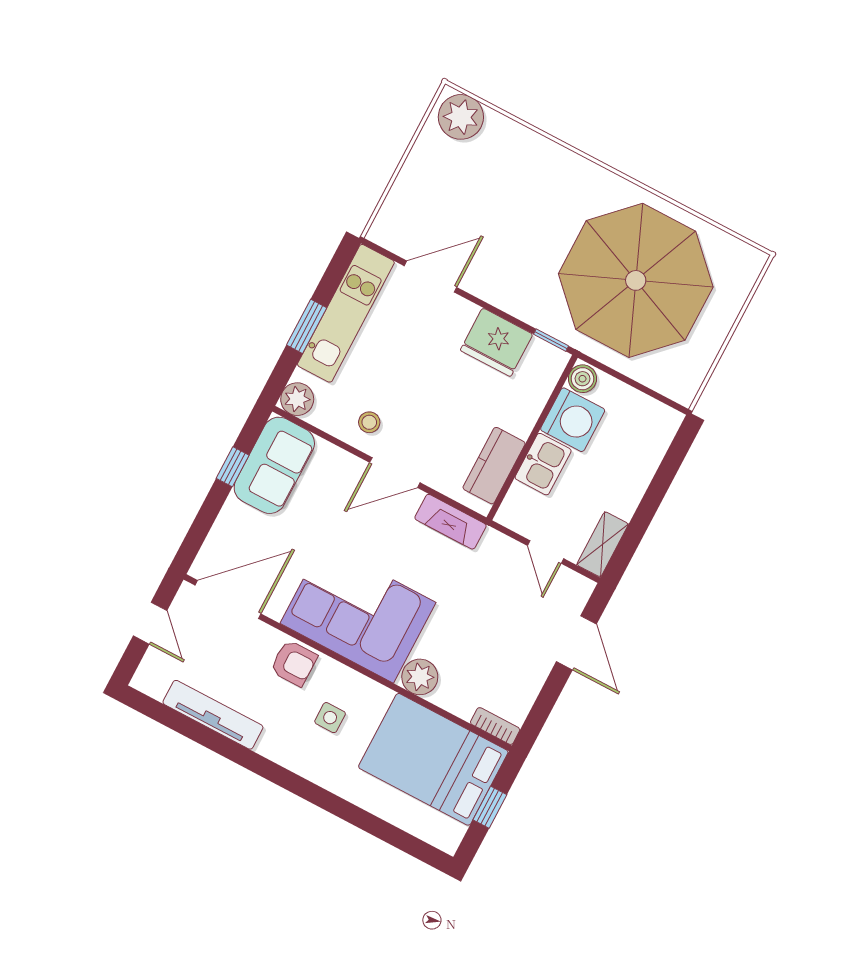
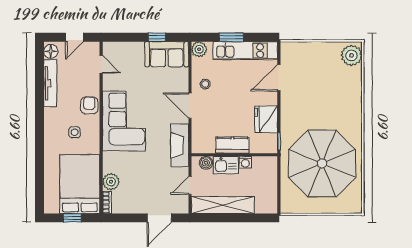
door: (431, 277) -> (279, 78), swing flipped
boiler: (582, 379) -> (206, 163), moved
washing machine: (573, 420) -> (245, 162), width x0.53, depth x0.53
kitchen counter: (494, 466) -> (232, 145), moved
fireplace: (450, 522) -> (180, 145), width x1.37, depth x1.32
shelving: (603, 544) -> (223, 205), width x2.20, depth x1.33
door: (228, 600) -> (101, 64), width x0.53
armchair: (294, 663) -> (89, 105), turned 180
plant: (420, 677) -> (111, 182), moved
floor lamp: (153, 682) -> (51, 51), added

